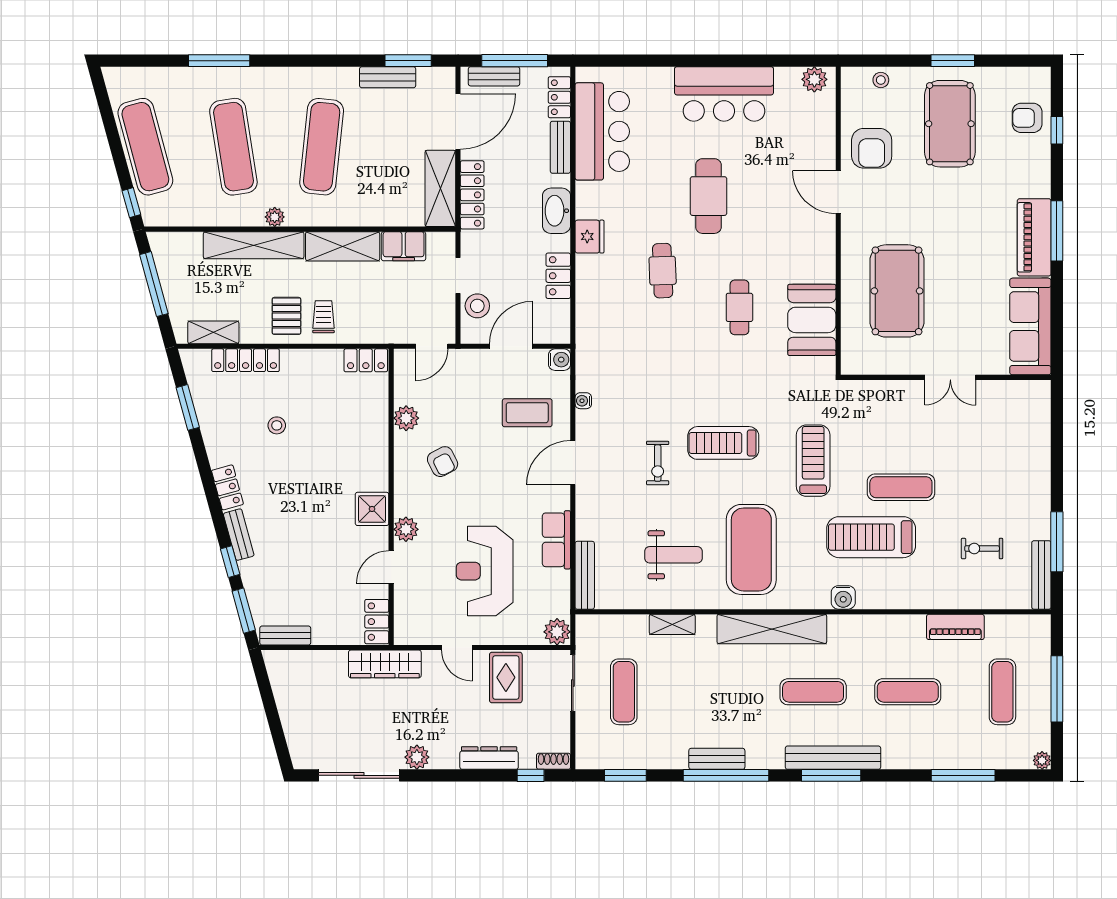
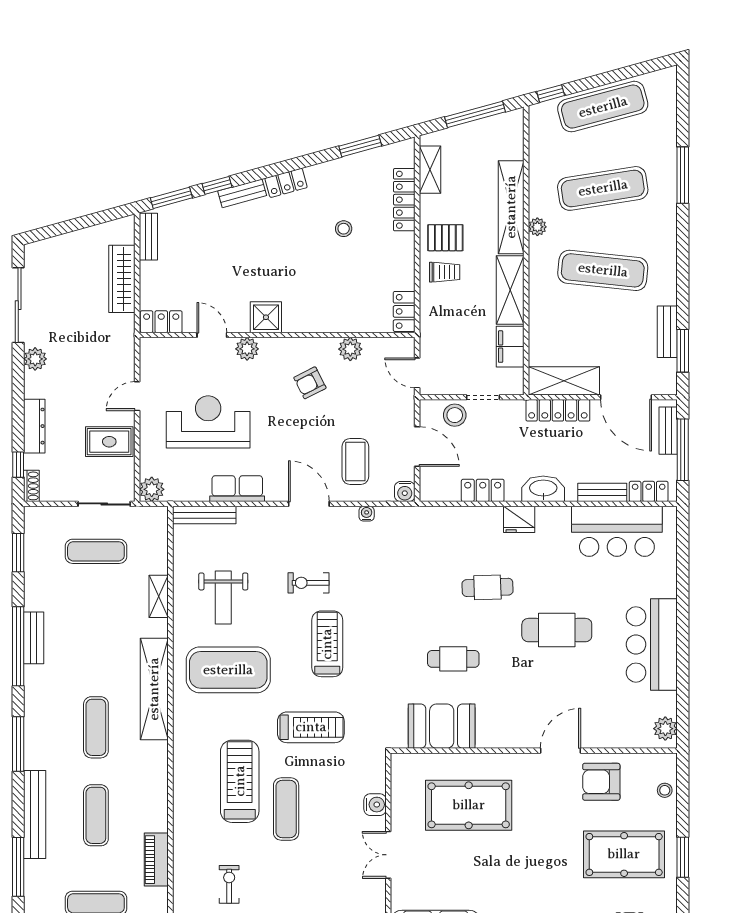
water cooler: (843, 597) -> (375, 805), moved, turned 180
wardrobe: (385, 664) -> (122, 279), moved
bench: (833, 758) -> (35, 814), moved

